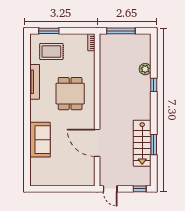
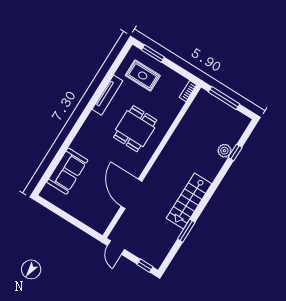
window: (154, 85) -> (235, 152), moved
sofa: (40, 140) -> (67, 171), moved
stairs: (142, 143) -> (189, 201), moved

